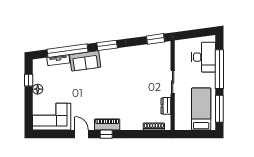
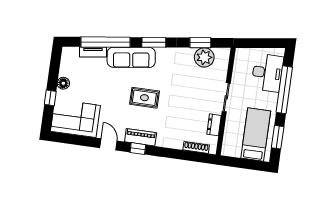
window: (156, 39) -> (200, 43), moved
plant: (150, 52) -> (204, 57), added
sofa: (85, 61) -> (131, 57), width x1.36
window: (29, 80) -> (50, 98), moved
rug: (106, 92) -> (144, 98), added
window: (219, 109) -> (278, 137), width x0.69

